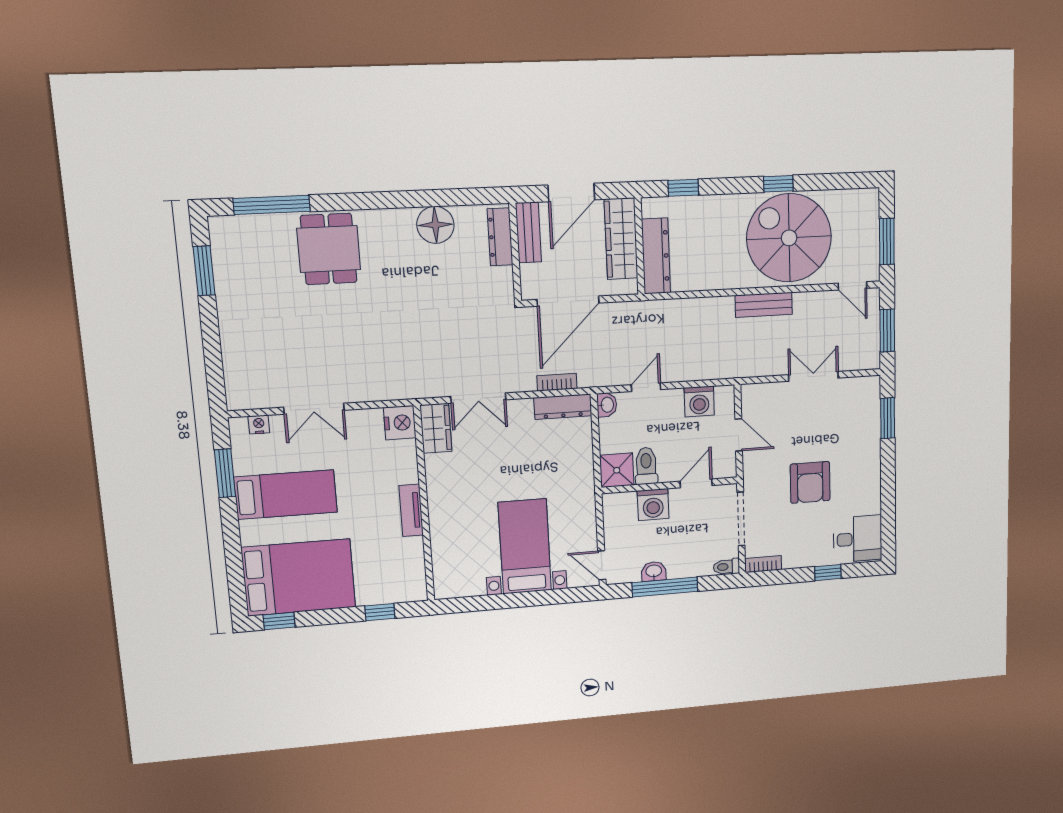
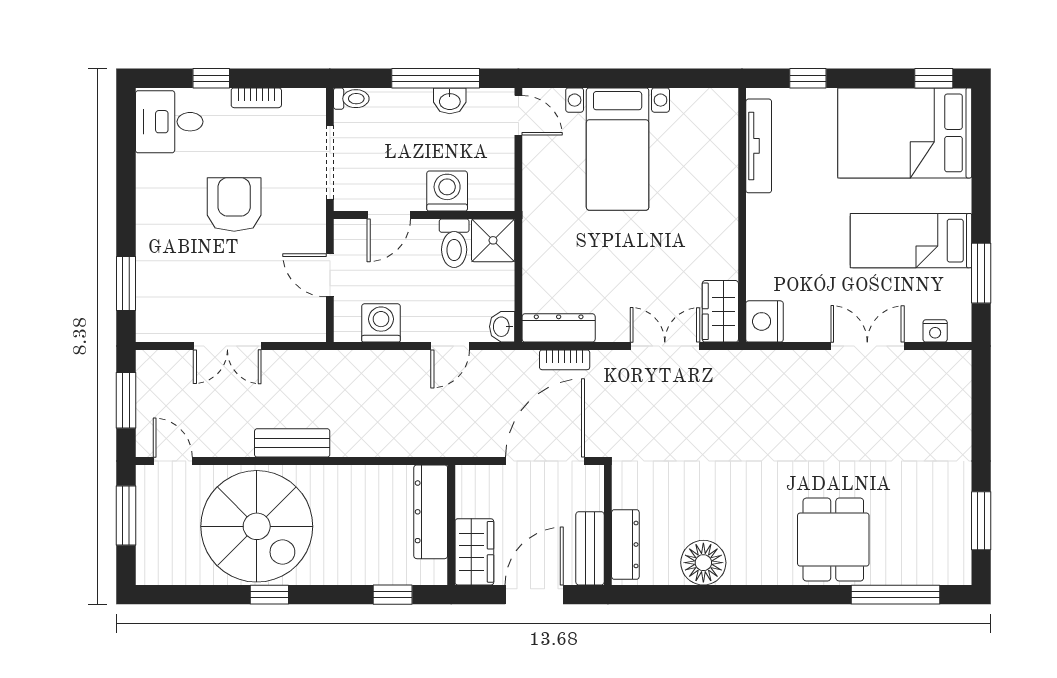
wardrobe: (621, 239) -> (474, 552), width x0.67
tv unit: (411, 510) -> (759, 146), moved, width x1.41
bookcase: (763, 564) -> (256, 98), moved

